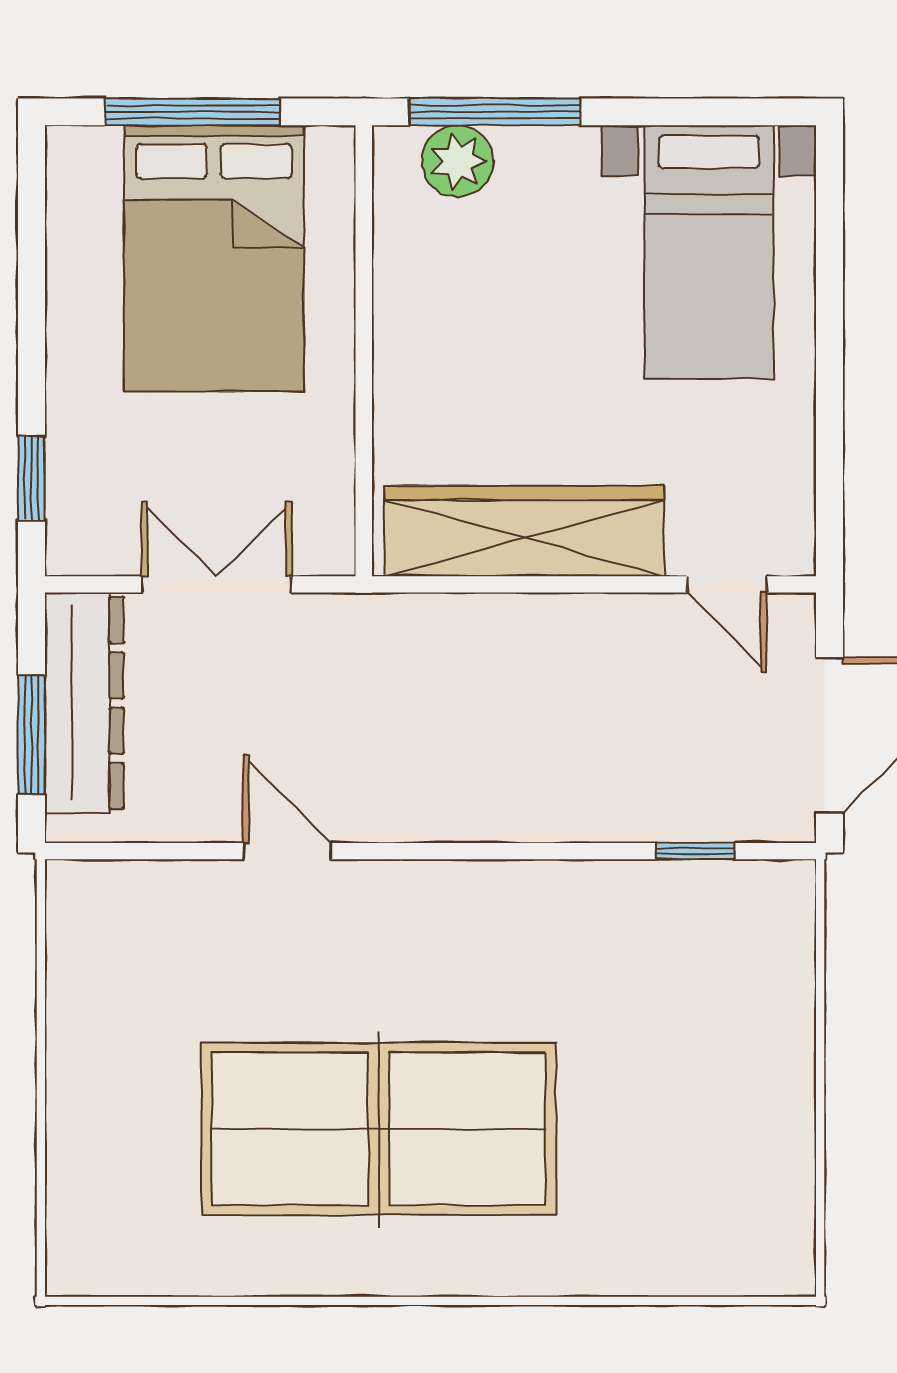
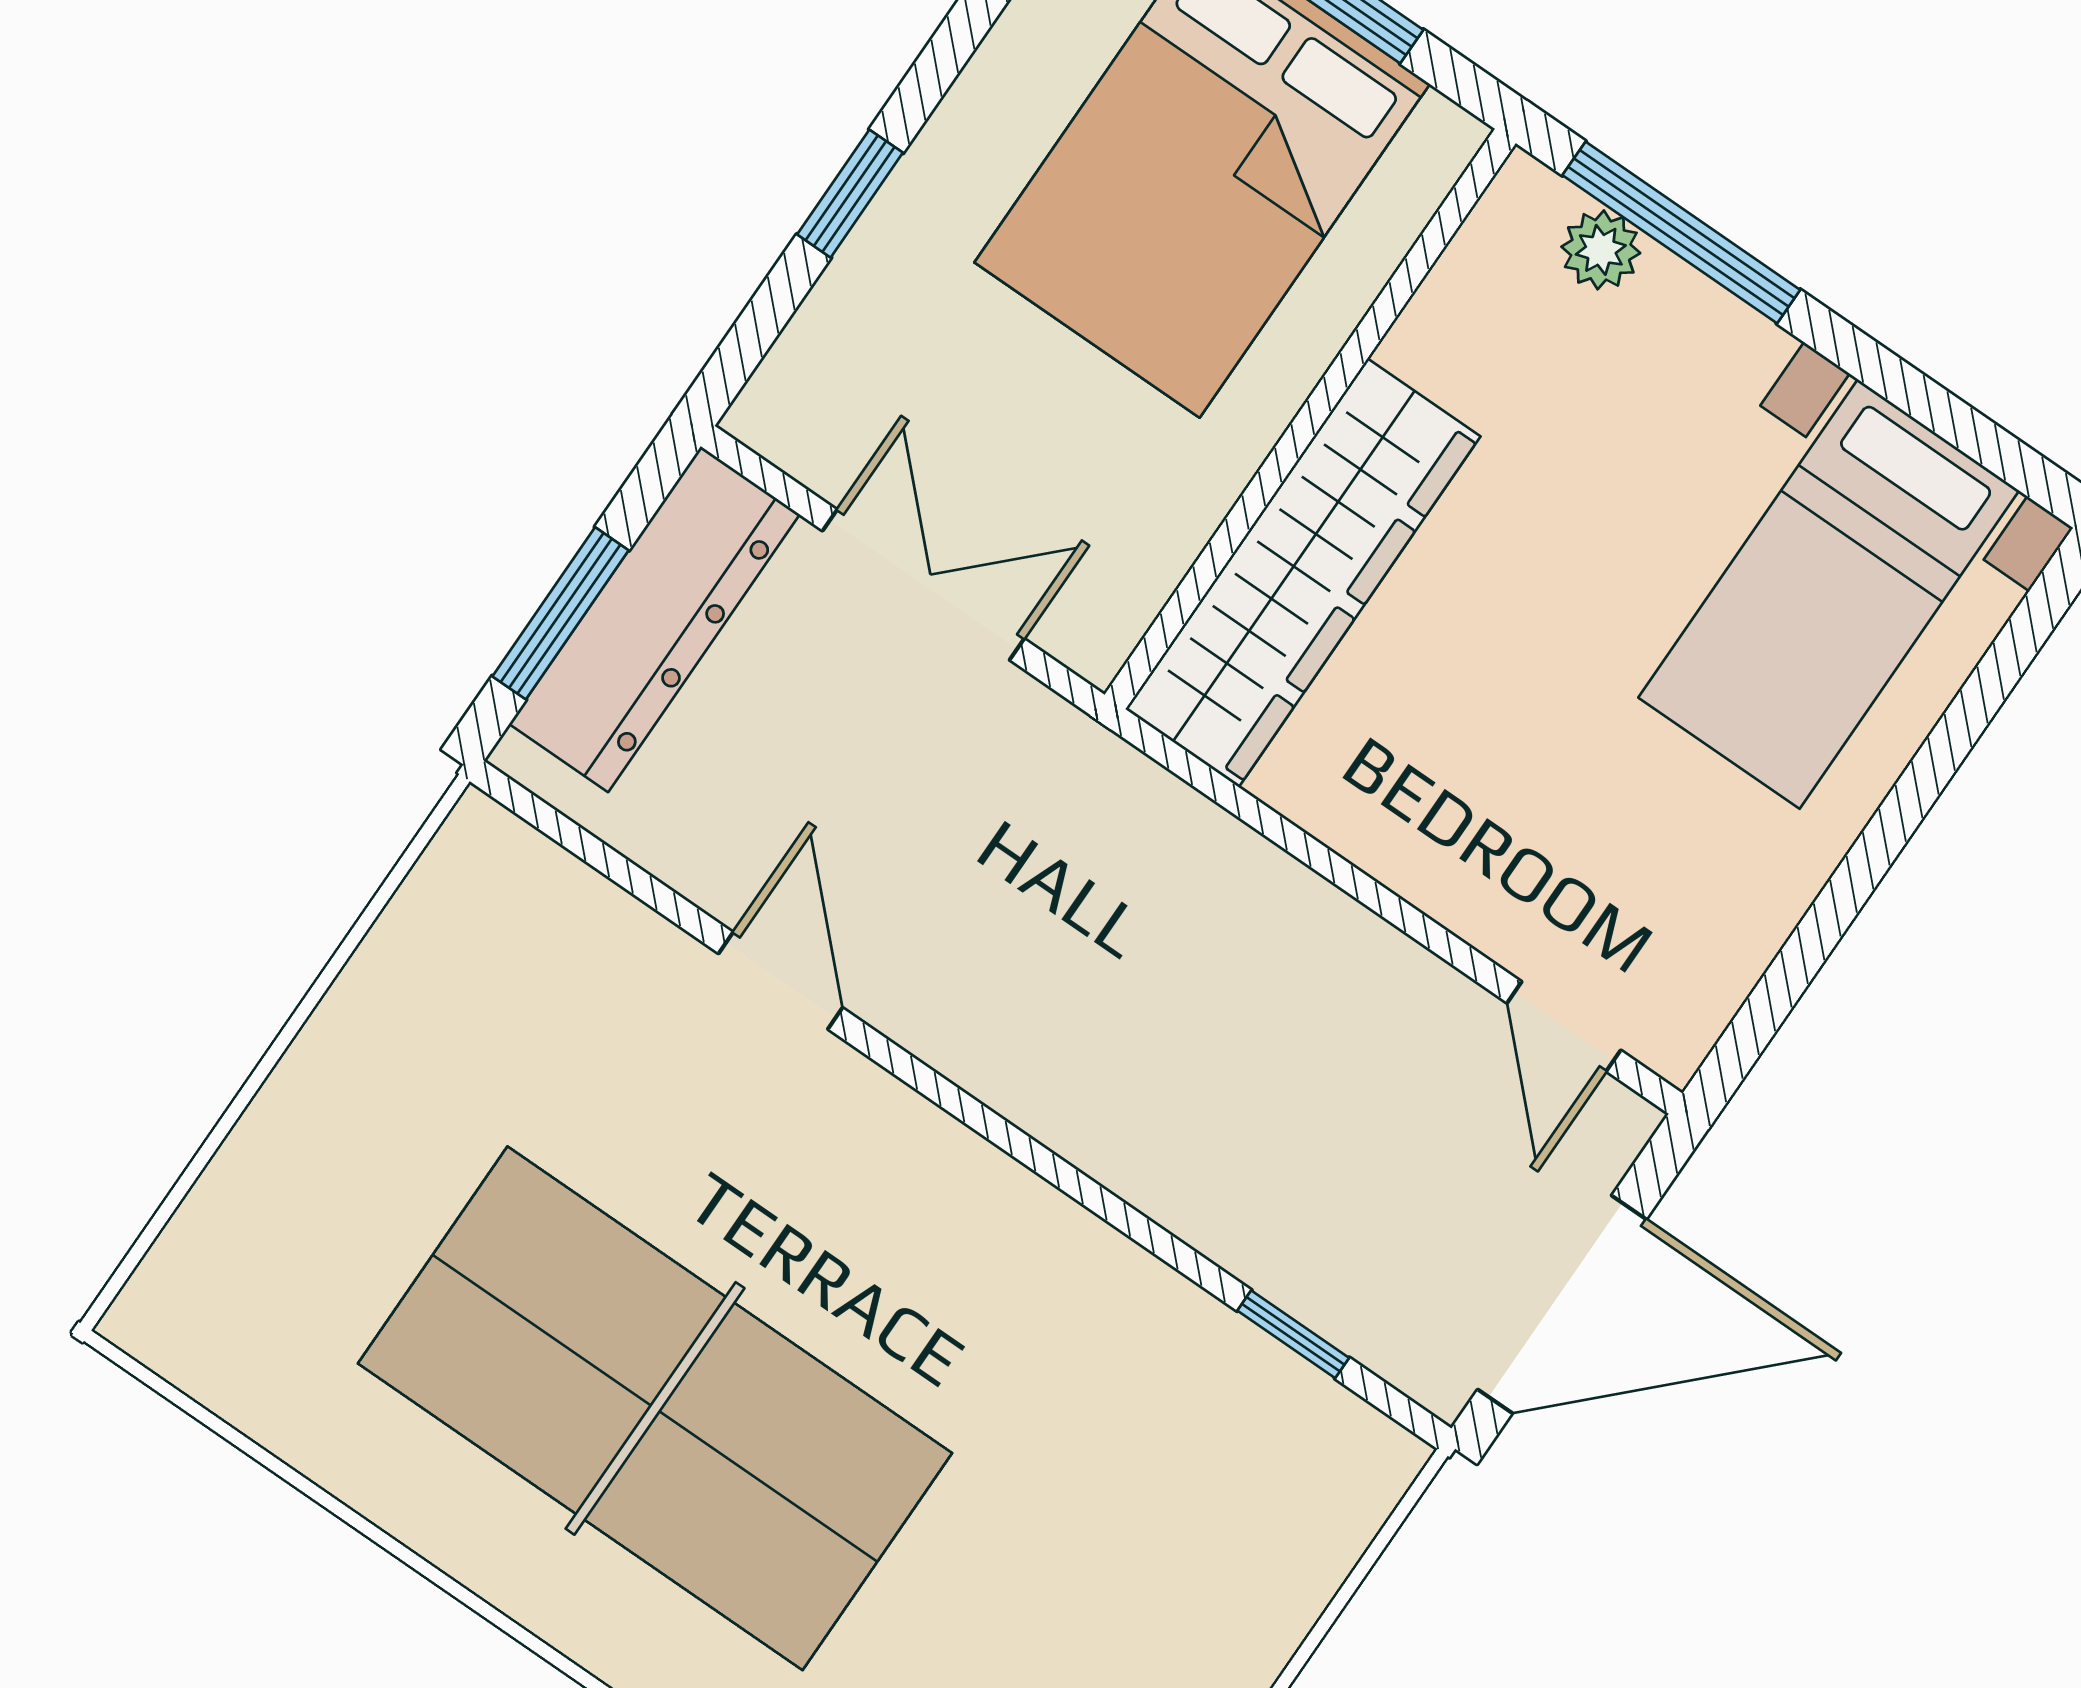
plant: (458, 161) -> (1601, 250), width x0.73, depth x0.73
window: (31, 478) -> (850, 194), moved
wardrobe: (524, 531) -> (1303, 573), moved, turned 90

